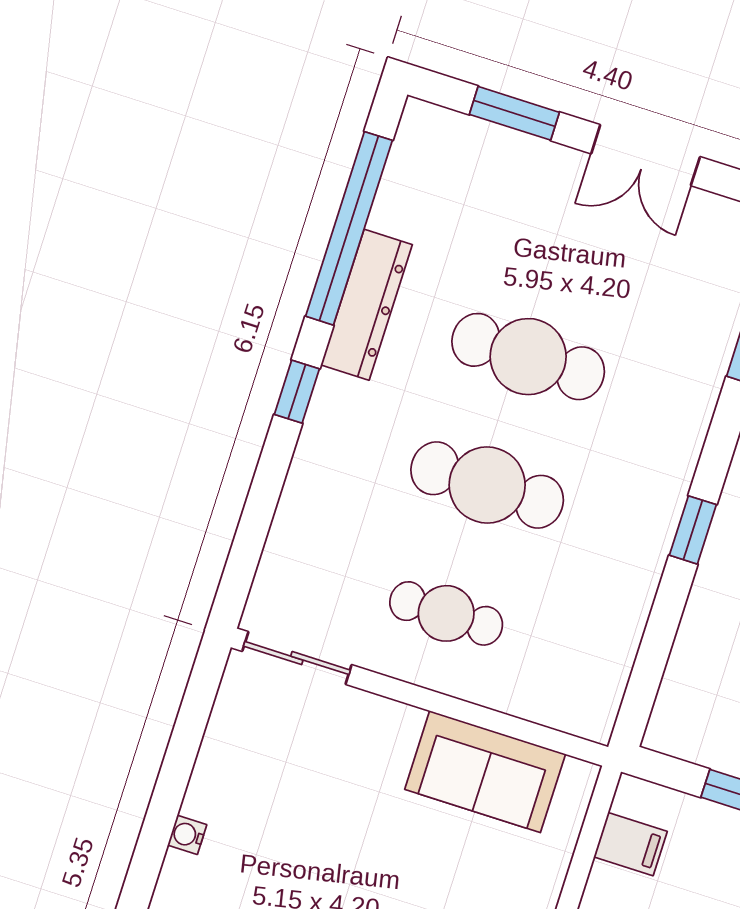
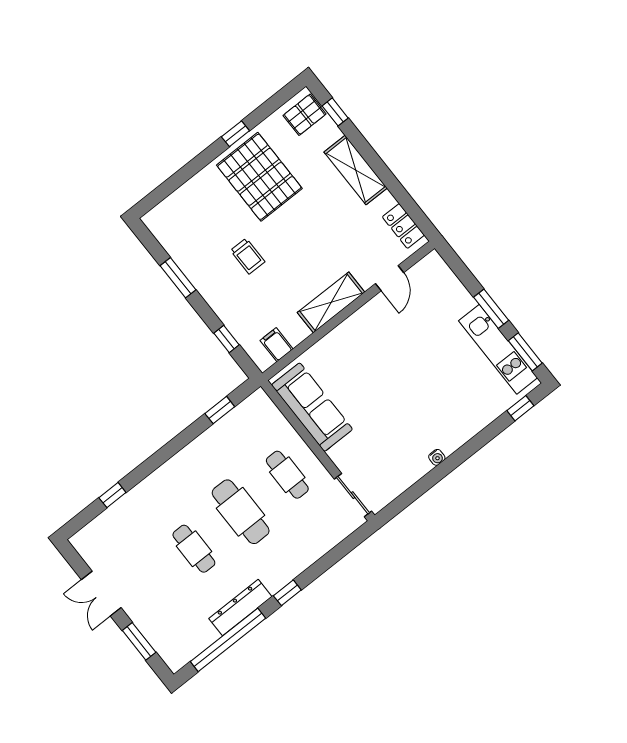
double door: (646, 155) -> (101, 594), swing flipped
cafe table: (528, 357) -> (194, 549), width x0.73, depth x0.74
window: (693, 530) -> (220, 410), moved
sofa: (485, 772) -> (312, 407), width x1.36

